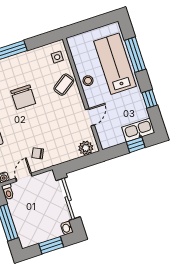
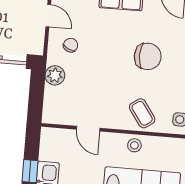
chair: (23, 97) -> (148, 56), turned 180
plant: (86, 148) -> (55, 75), moved

